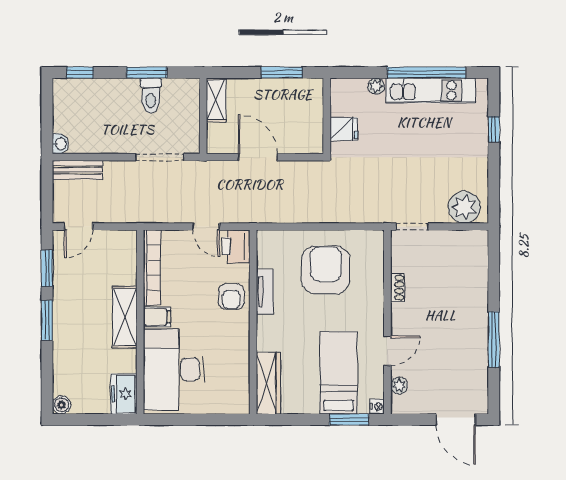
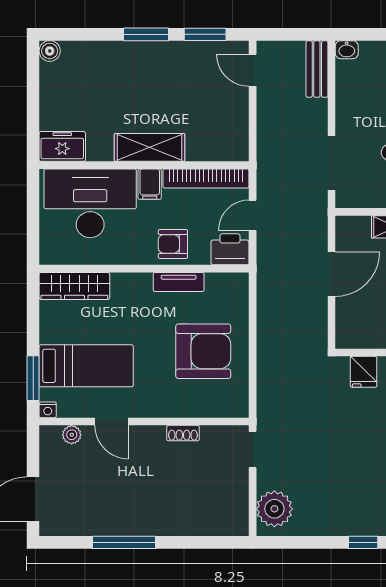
bookcase: (152, 267) -> (206, 178), moved
shelving: (125, 317) -> (149, 147), moved
filing cabinet: (157, 317) -> (150, 184), moved
wall: (140, 322) -> (144, 165), moved
desk: (174, 369) -> (90, 203), moved
freezer: (124, 394) -> (62, 146), moved

